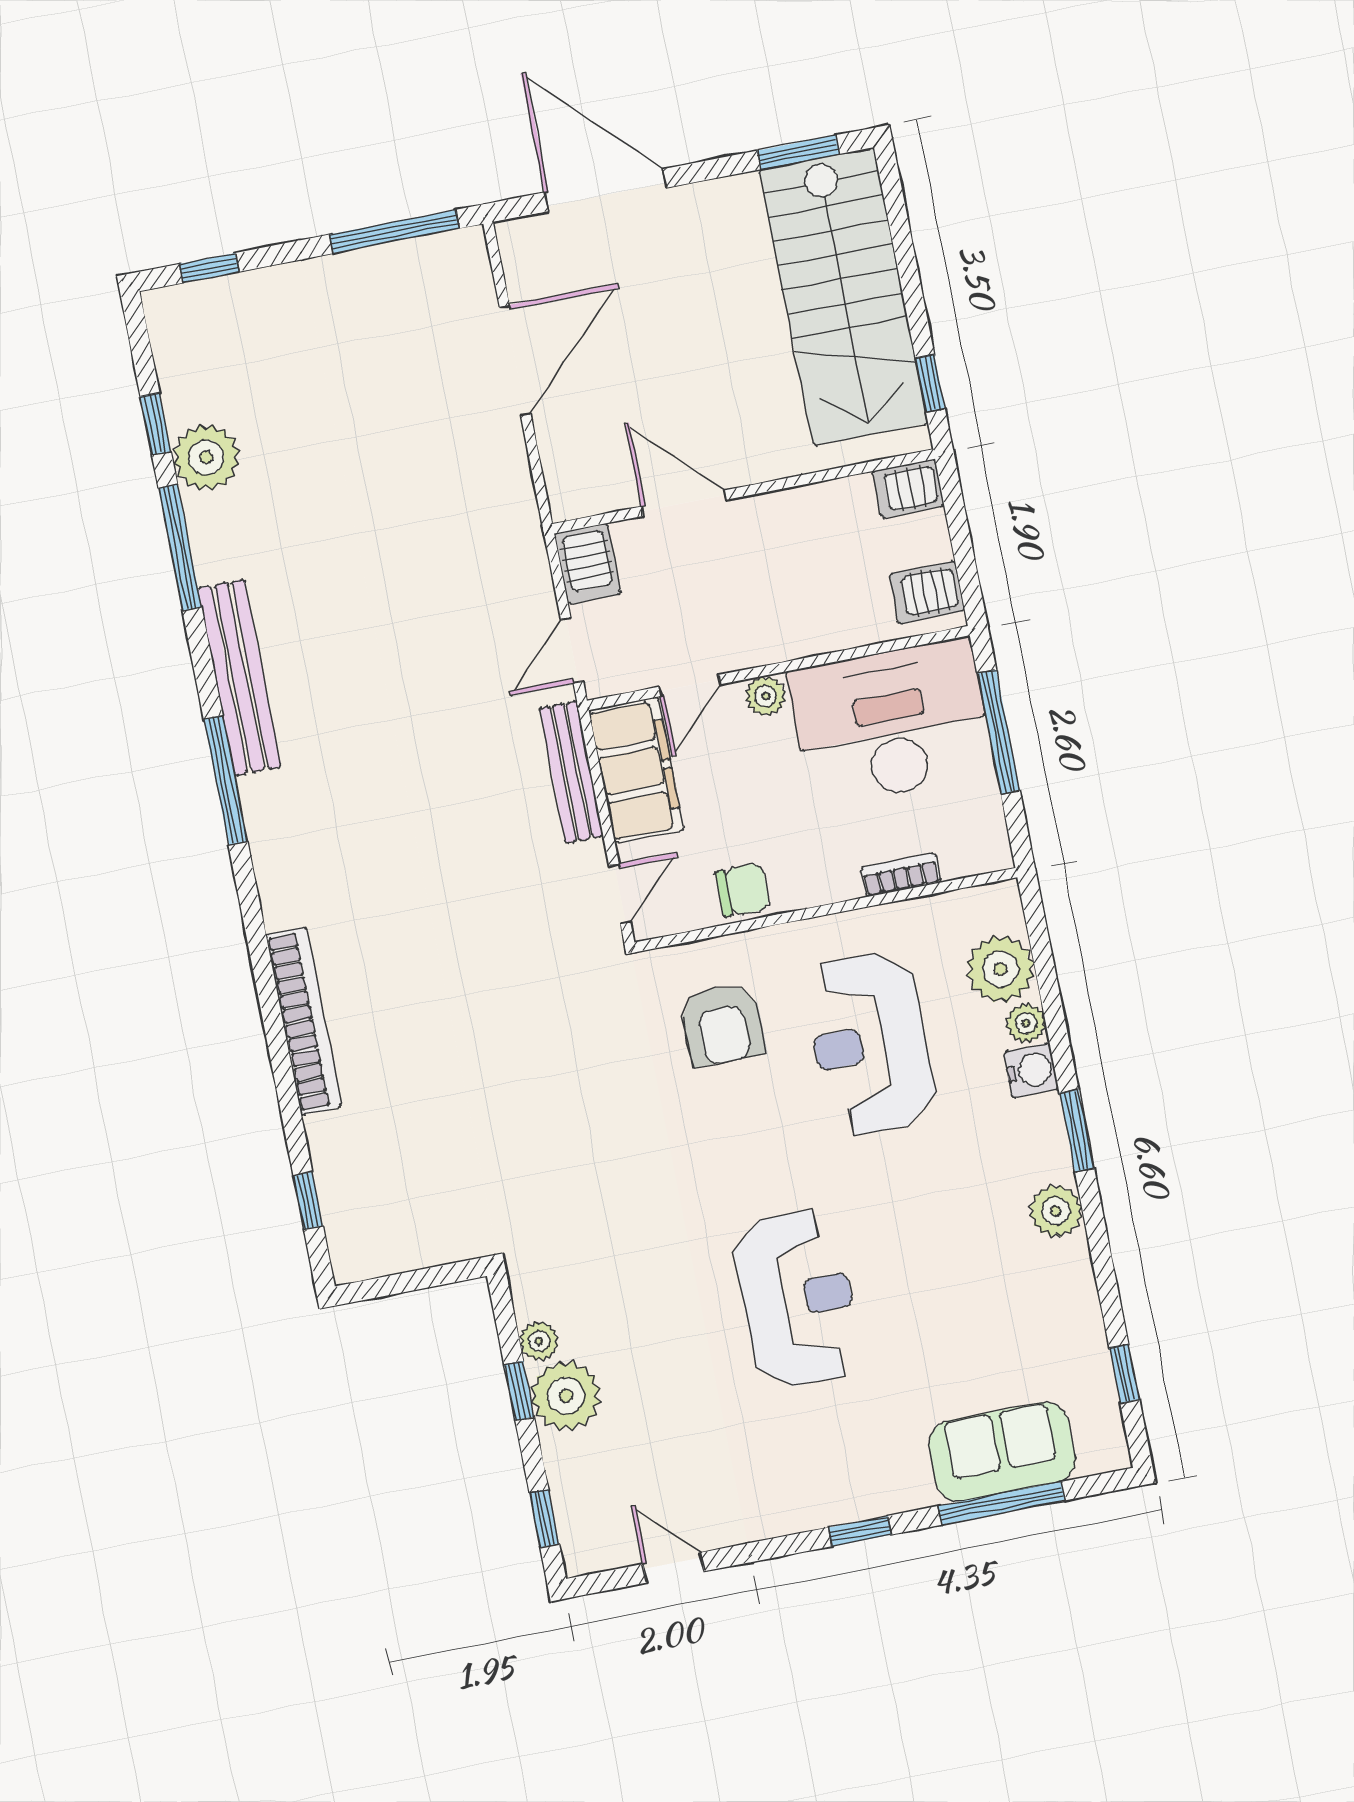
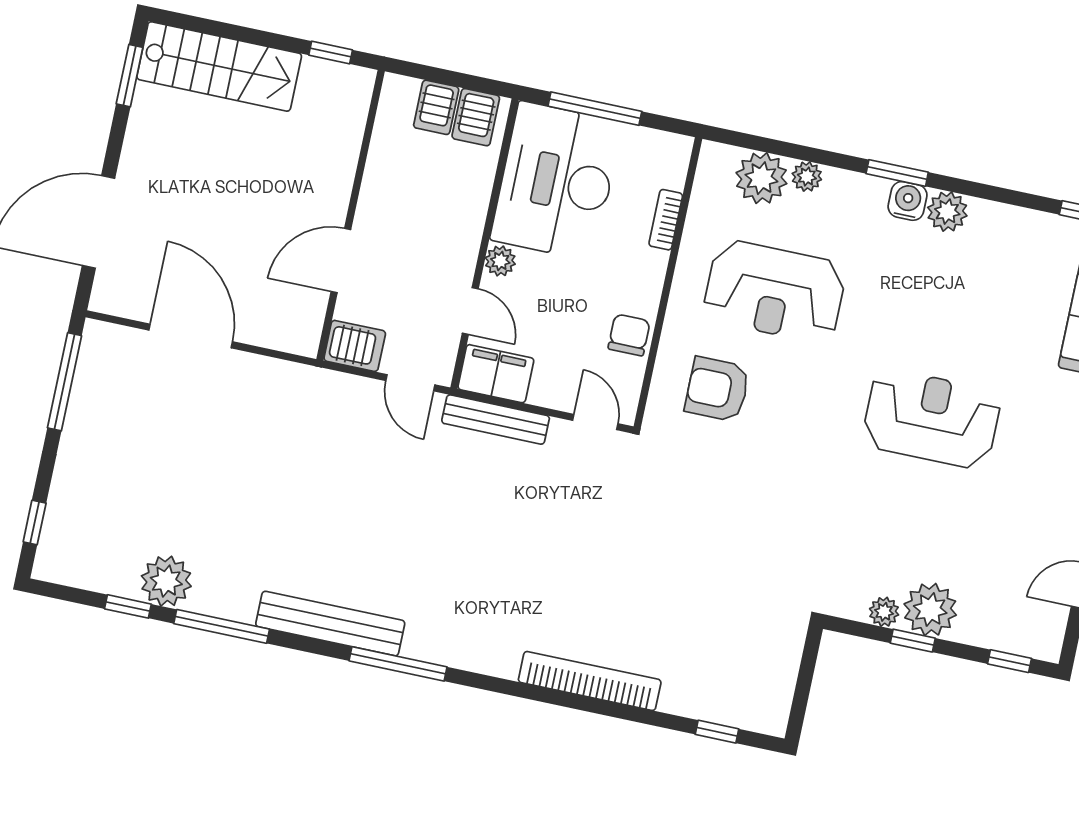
stairs: (844, 296) -> (219, 66), width x0.73, depth x0.66
server rack: (908, 489) -> (436, 107), moved
filing cabinet: (636, 770) -> (496, 374), width x0.67, depth x0.86
armchair: (722, 1025) -> (717, 389), turned 180
water cooler: (1031, 1070) -> (908, 201), moved

